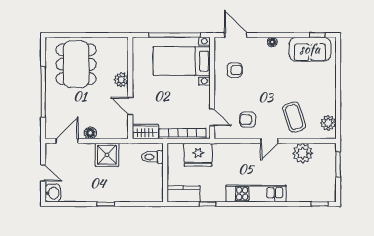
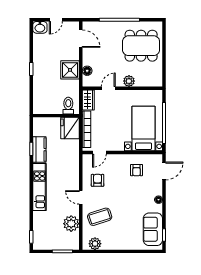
floor lamp: (90, 133) -> (87, 71), moved
fridge: (198, 155) -> (70, 128), moved
kitchen counter: (184, 194) -> (39, 150), moved

